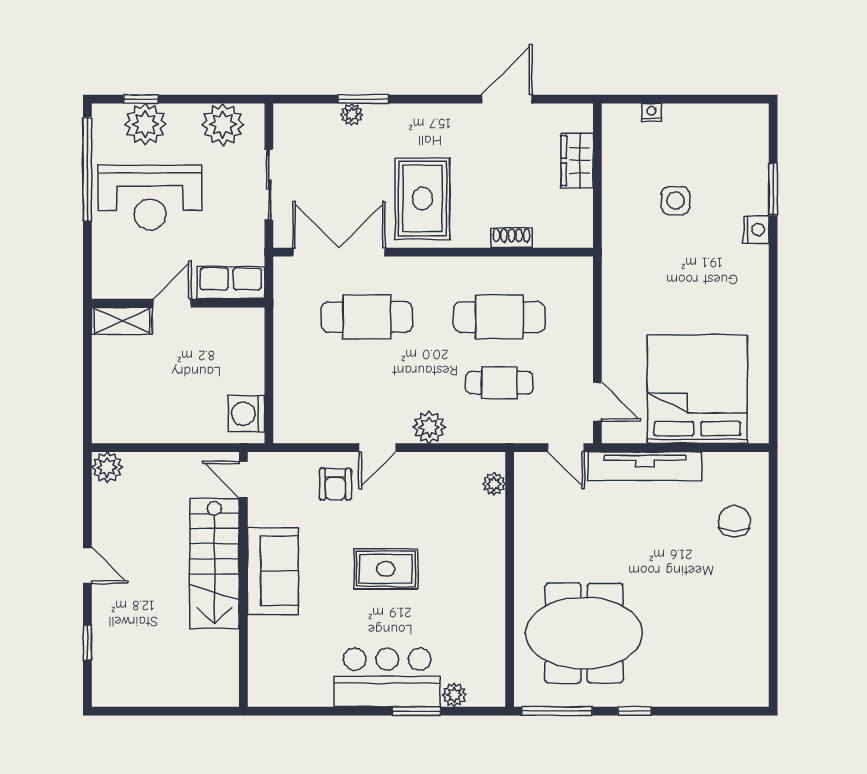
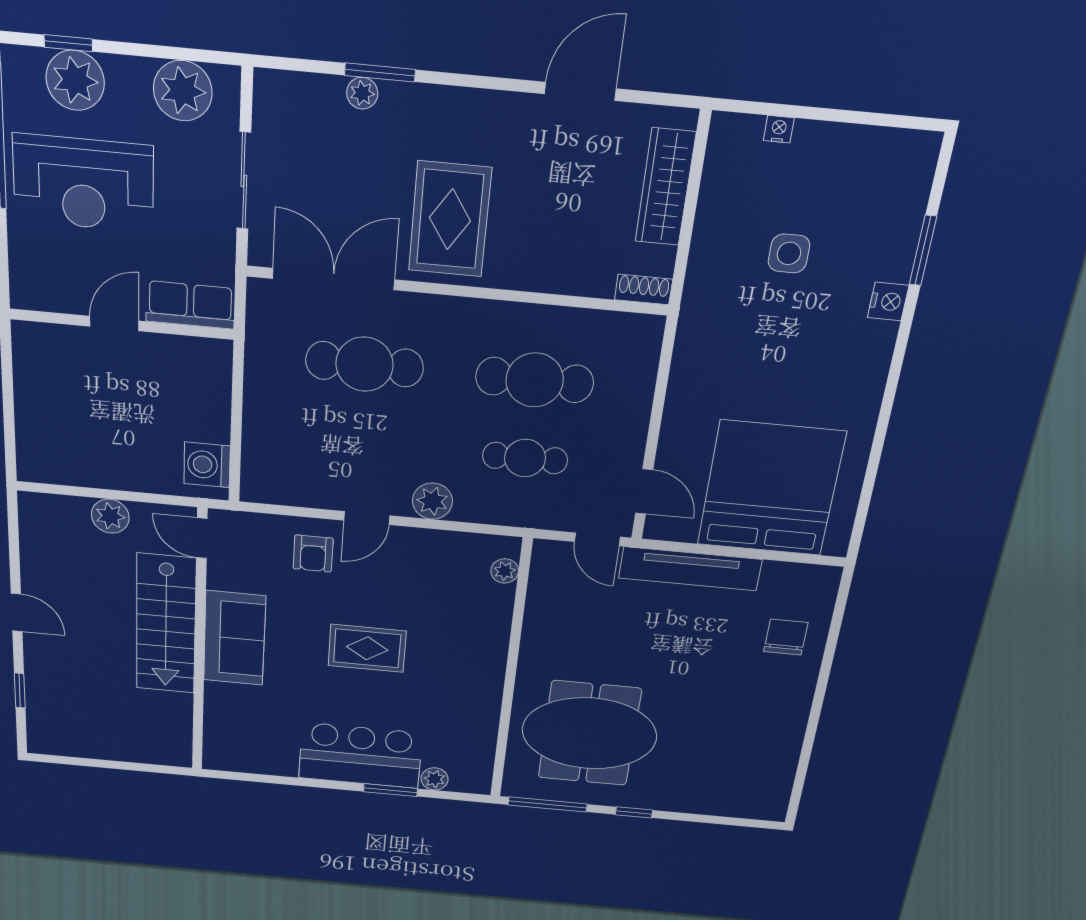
wardrobe: (577, 161) -> (665, 187), width x1.50
shoe rack: (511, 238) -> (644, 289), moved
shelving: (122, 321) -> (50, 340), removed
plant: (107, 467) -> (110, 516), moved

